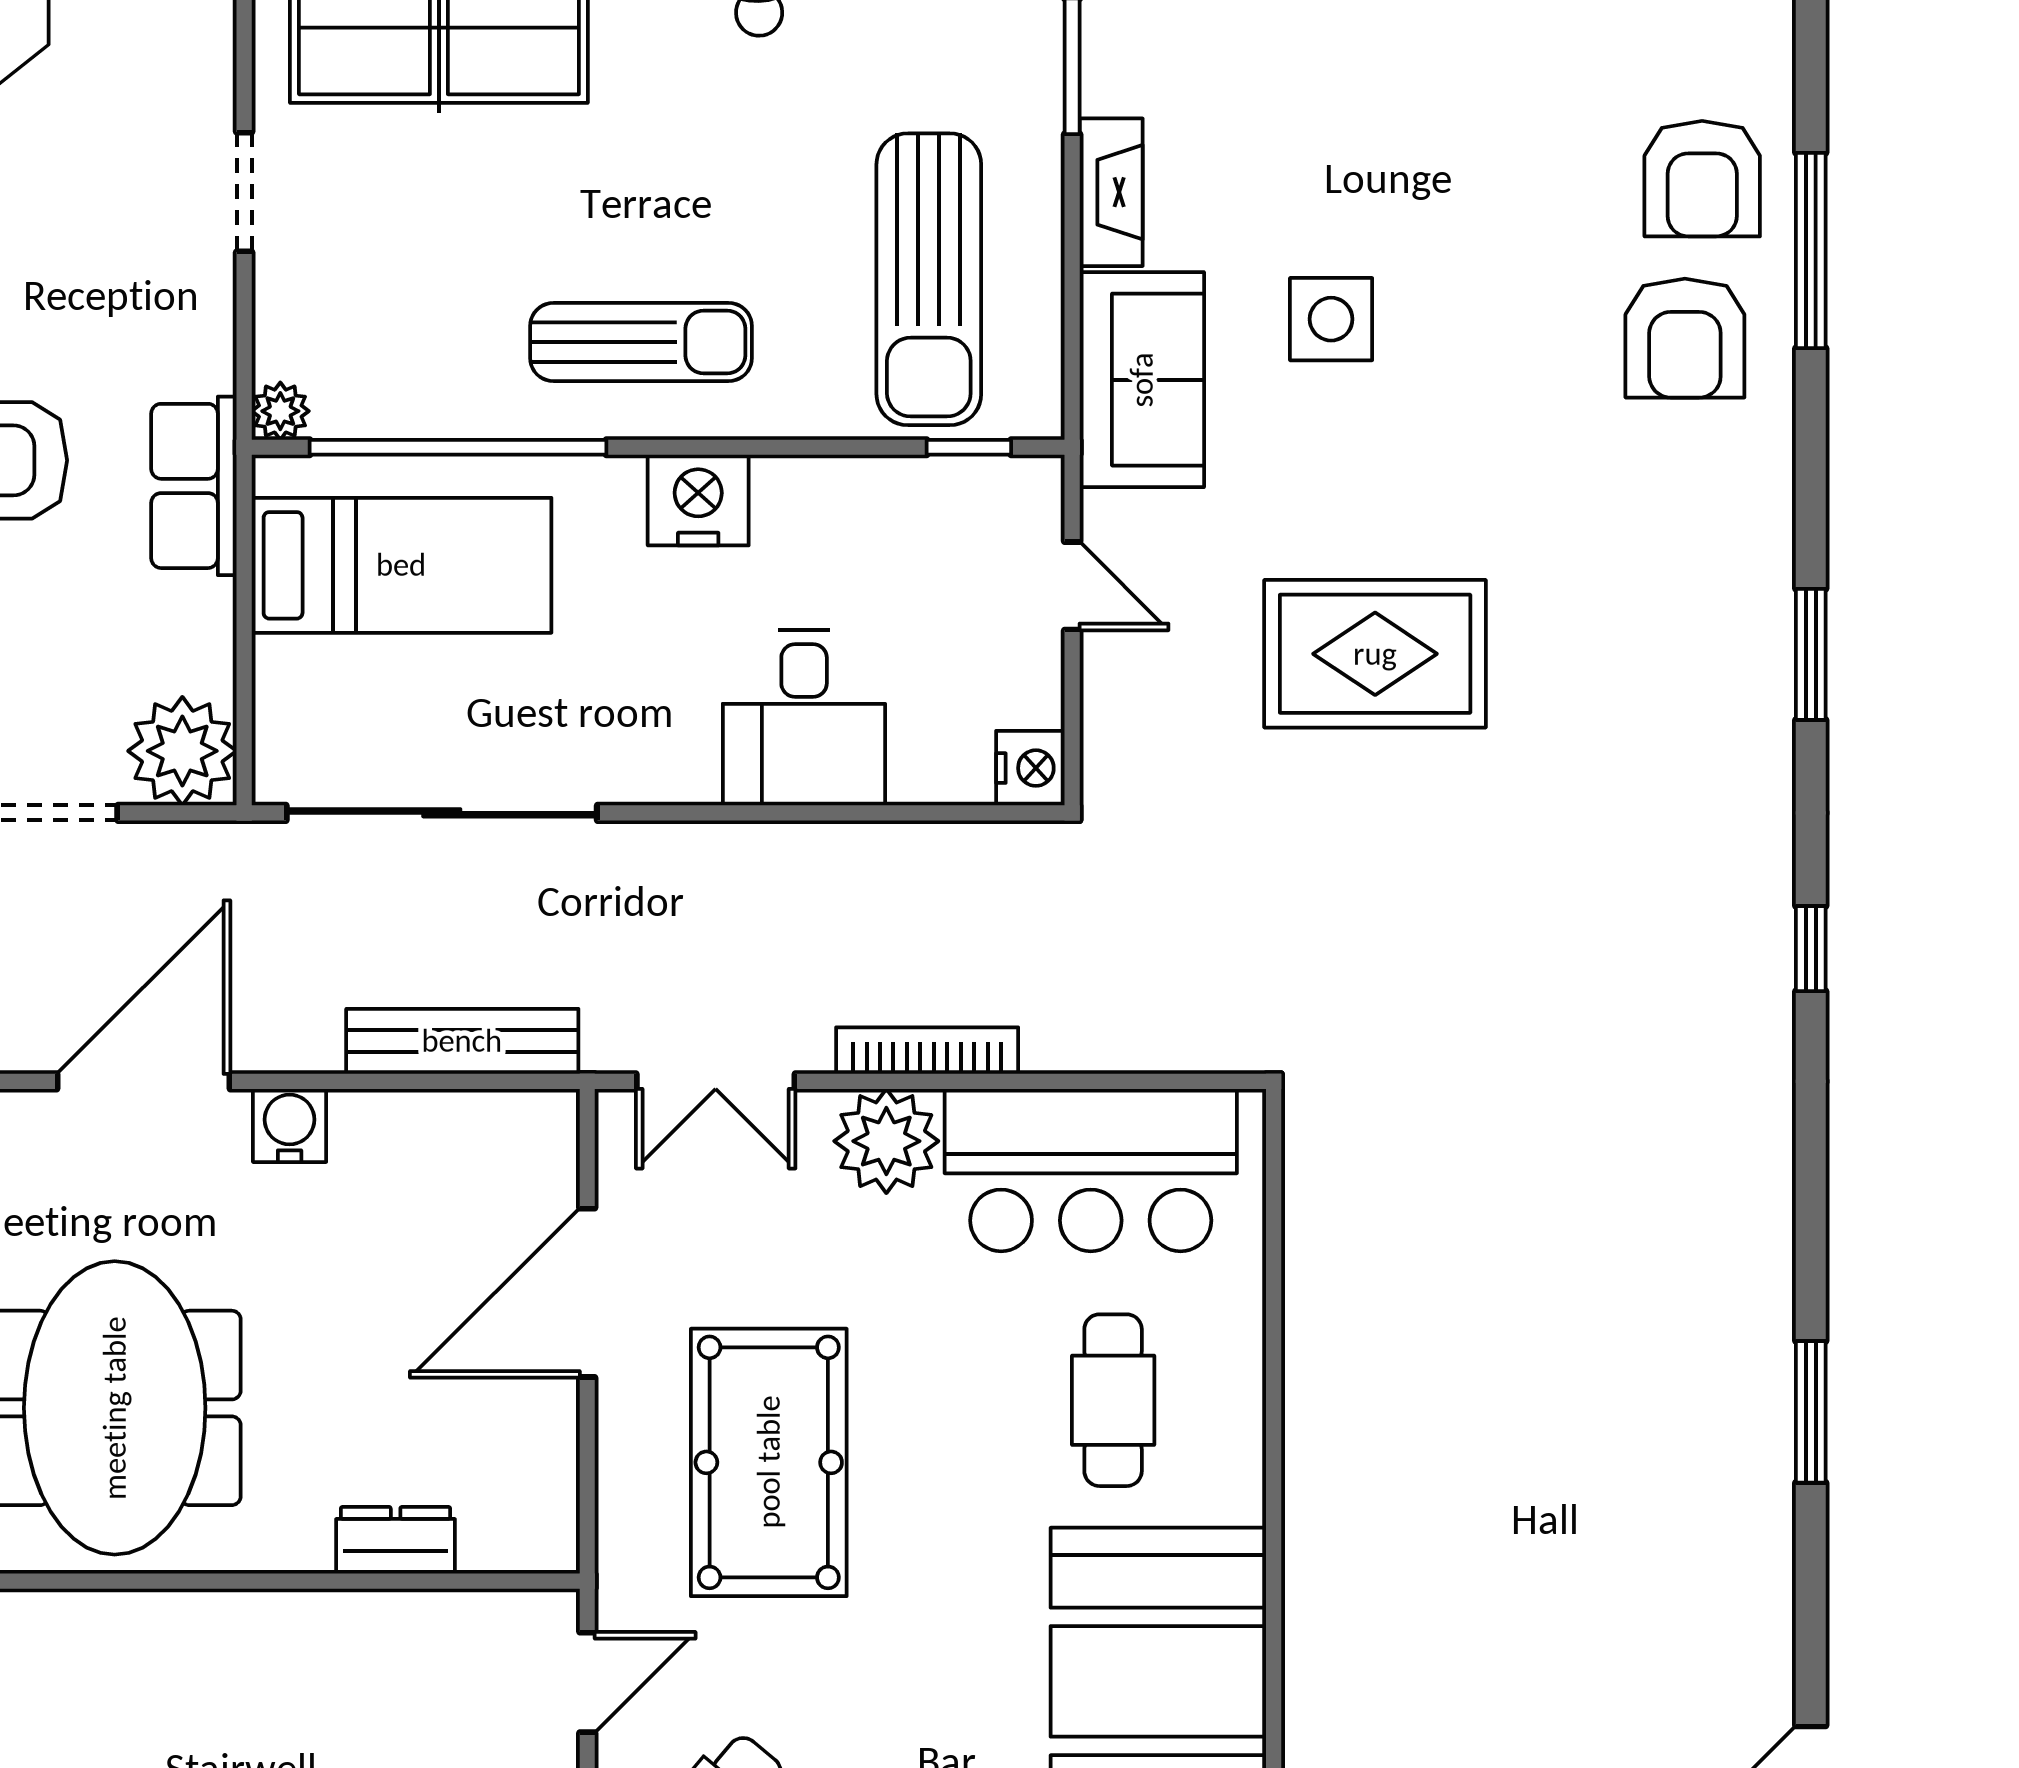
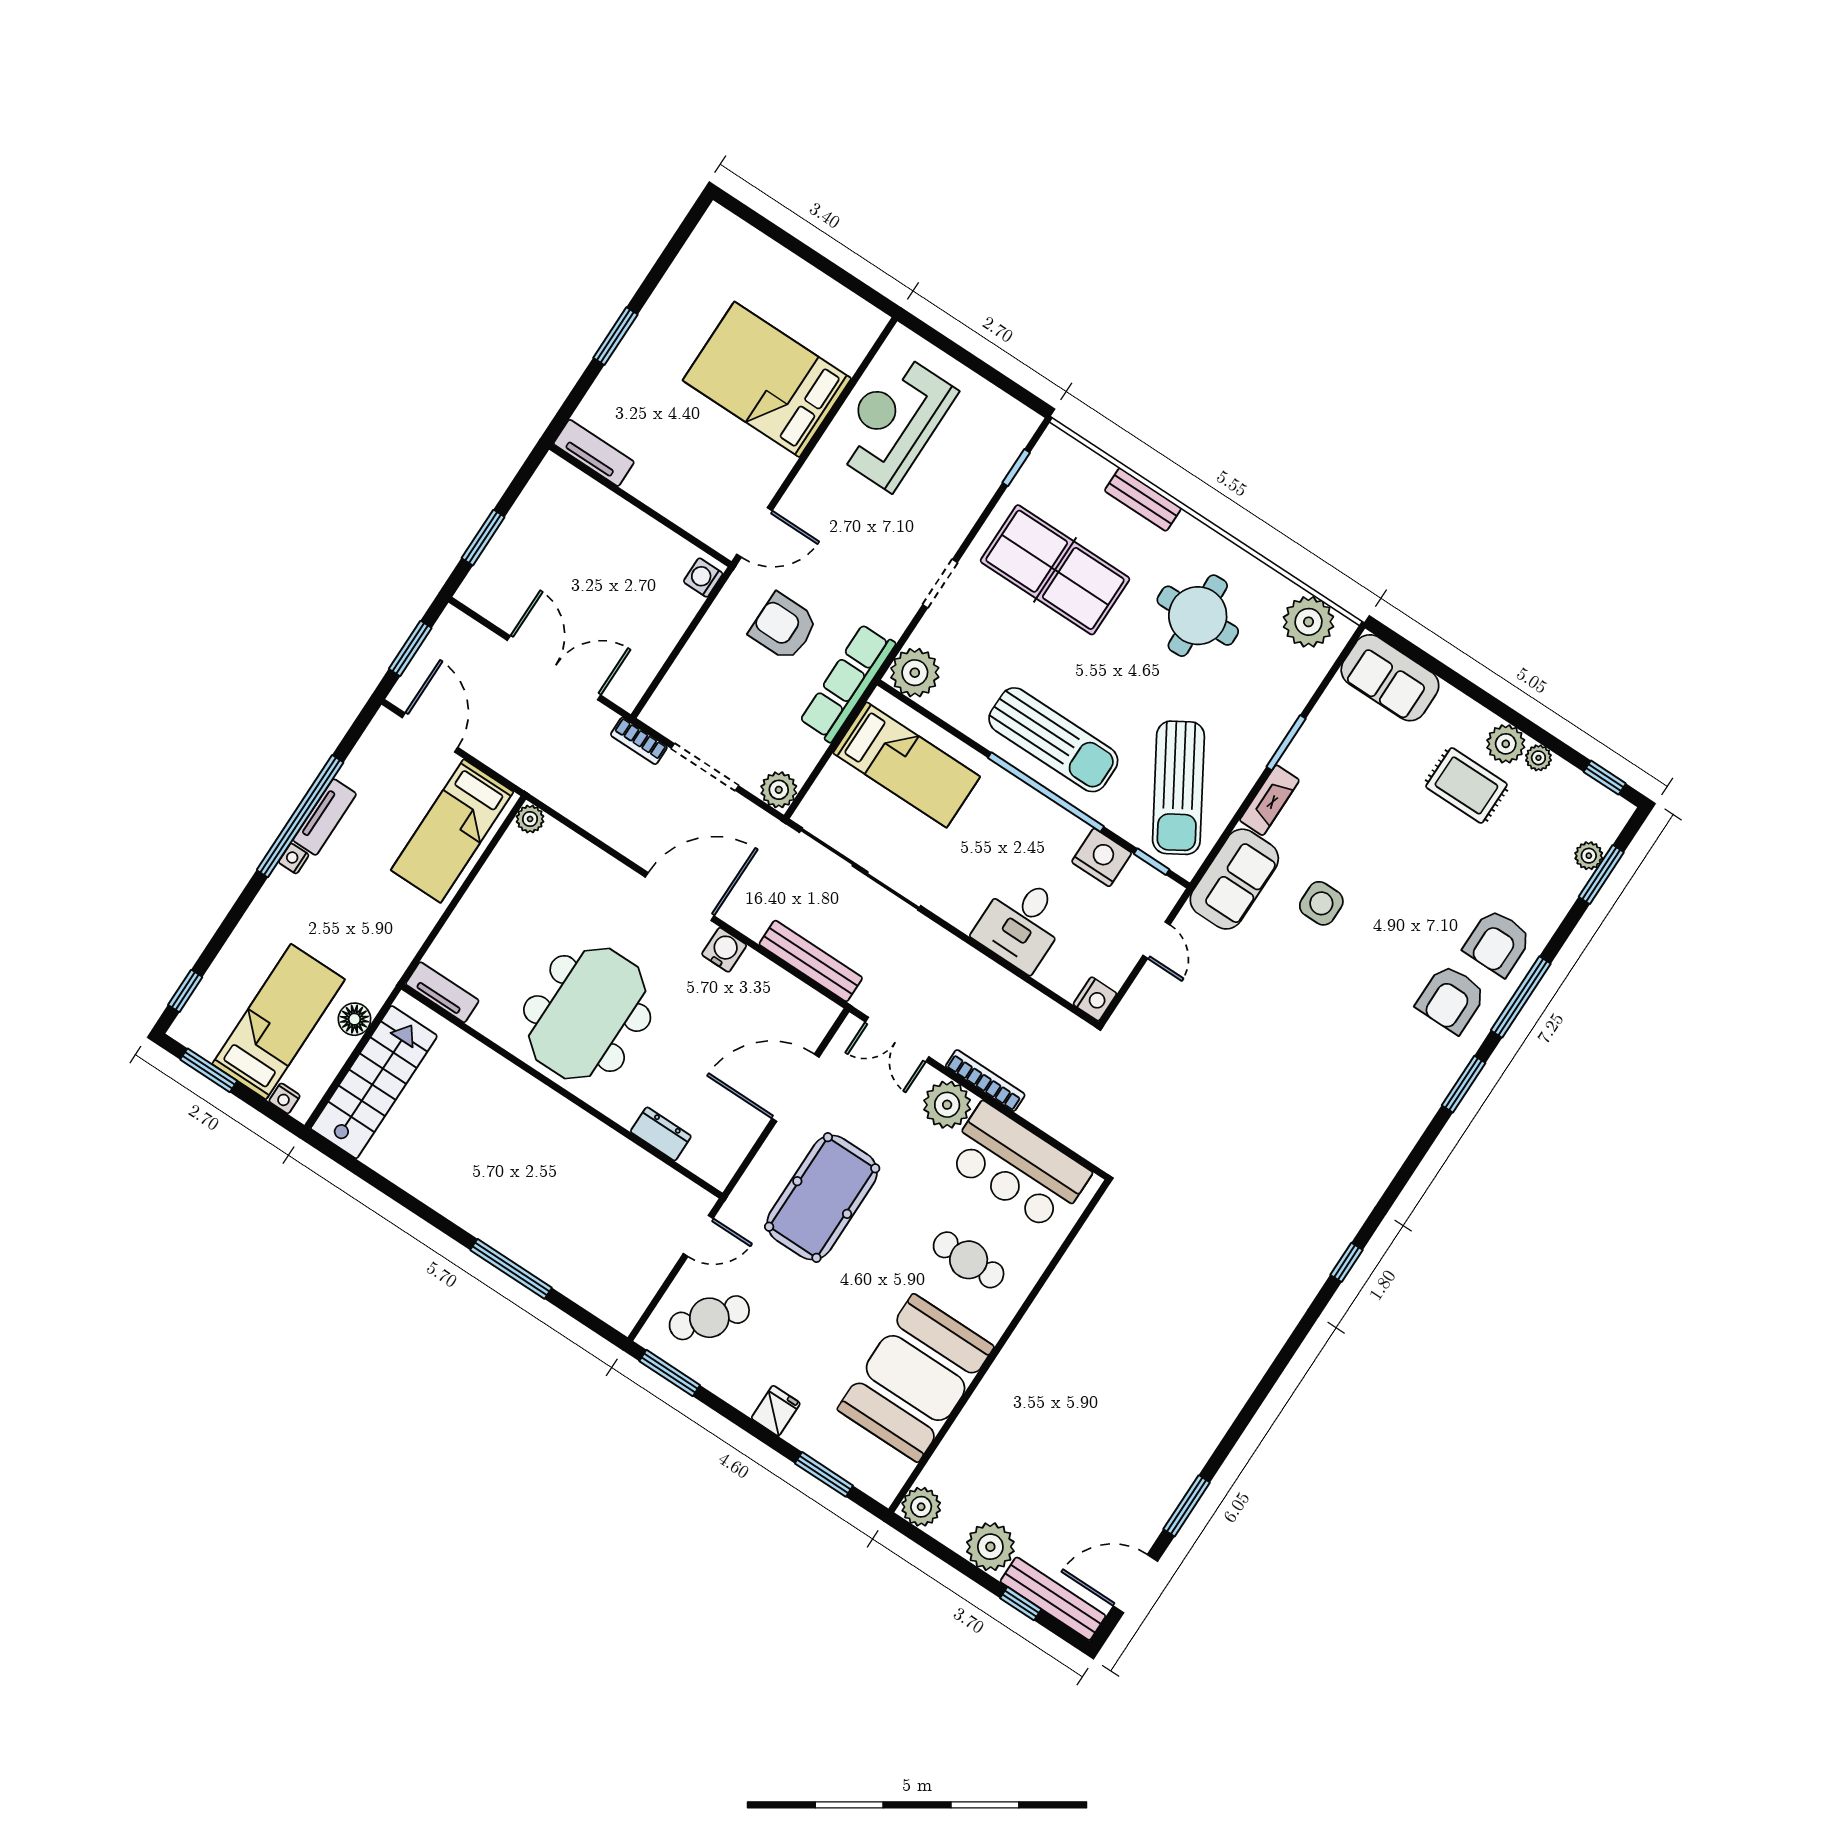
sun lounger: (929, 279) -> (1178, 788), turned -31
sun lounger: (641, 342) -> (1053, 740), width x1.36, depth x1.34
plant: (280, 411) -> (915, 673), width x1.88, depth x1.88
window: (458, 447) -> (1046, 792), moved
row of seats: (194, 486) -> (847, 683), width x1.48
nightstand: (698, 500) -> (1102, 857), moved
rug: (1375, 654) -> (1255, 1042), removed
window: (1811, 654) -> (1464, 1084), moved
plant: (182, 751) -> (779, 790), width x0.73, depth x0.73
cafe table: (1113, 1400) -> (969, 1260), turned 90
window: (1811, 1412) -> (1187, 1506), moved

